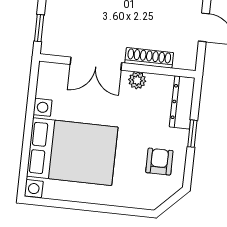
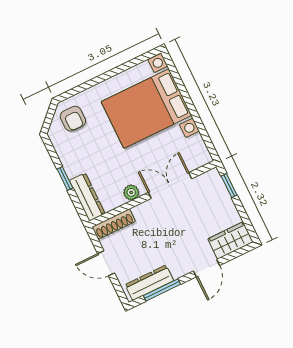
shoe rack: (149, 58) -> (114, 224), moved
armchair: (159, 162) -> (73, 119), moved

